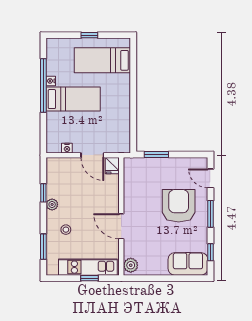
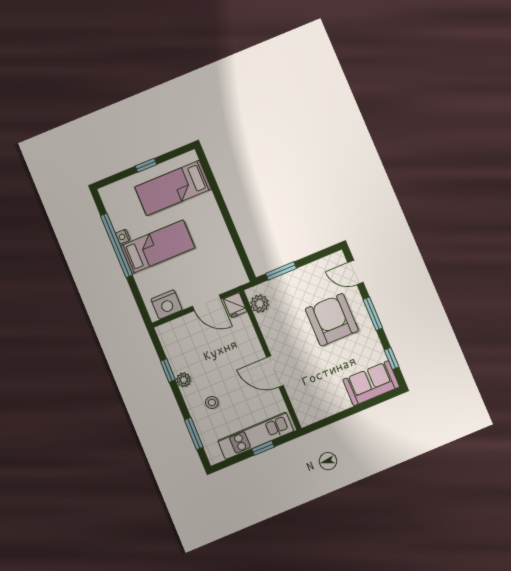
nightstand: (67, 148) -> (167, 304), width x1.89, depth x1.79
plant: (131, 265) -> (260, 304), moved

